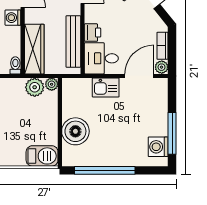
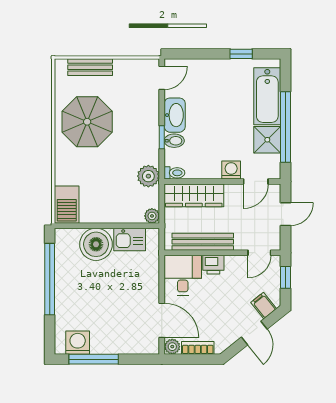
plant: (35, 87) -> (148, 176), moved
kitchen sink: (106, 87) -> (130, 239), moved, turned -90

